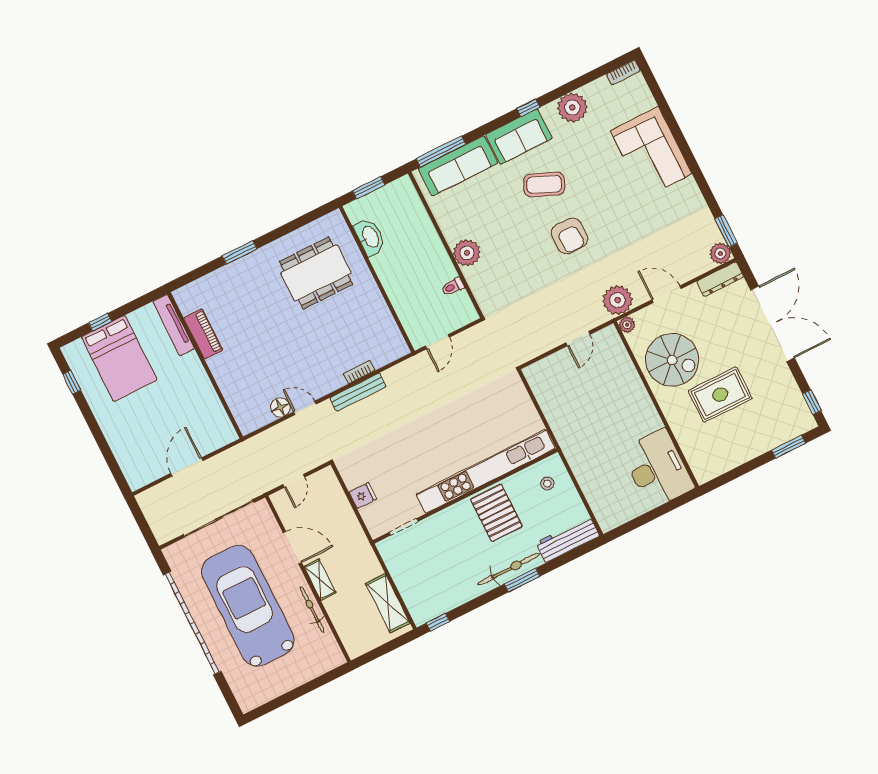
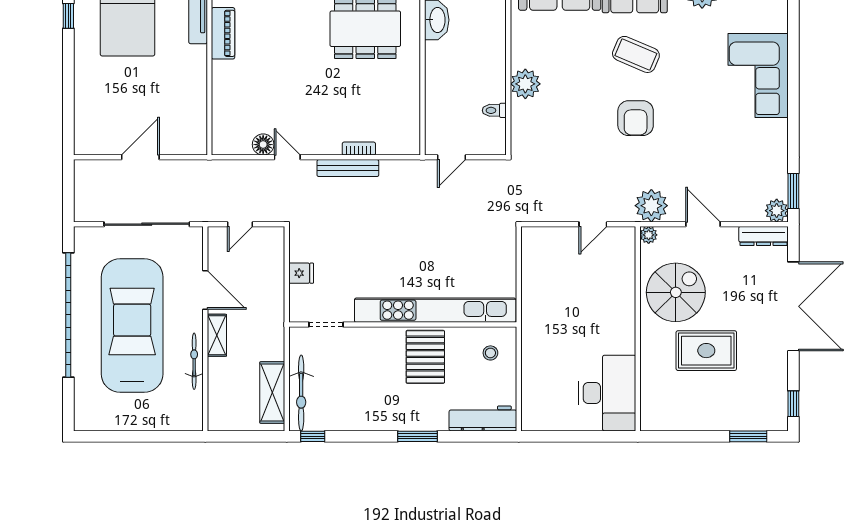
spiral stairs: (672, 360) -> (676, 292), turned -90
bicycle: (509, 569) -> (301, 393), moved, turned 90

